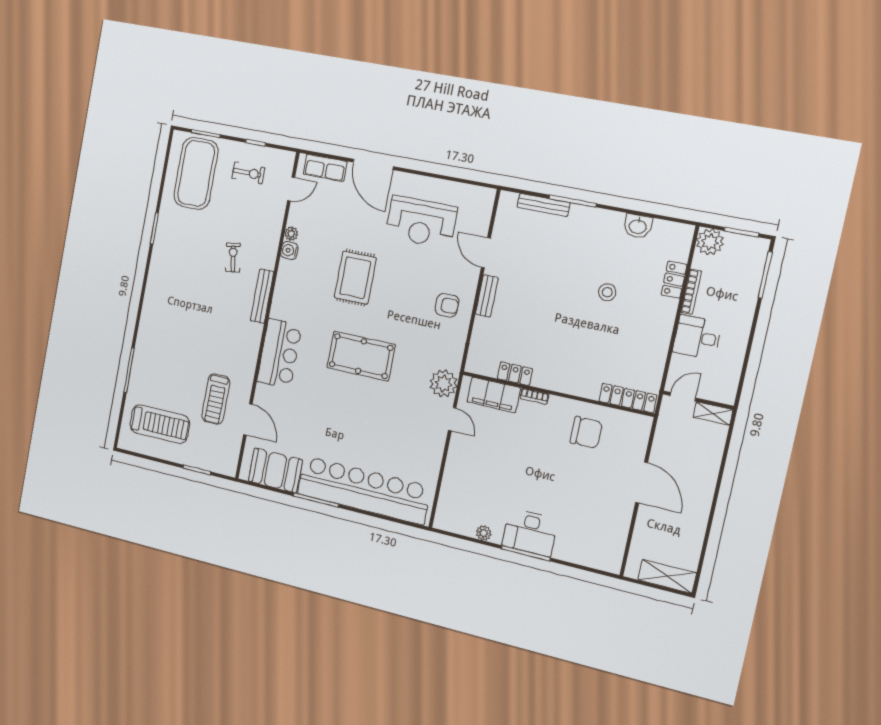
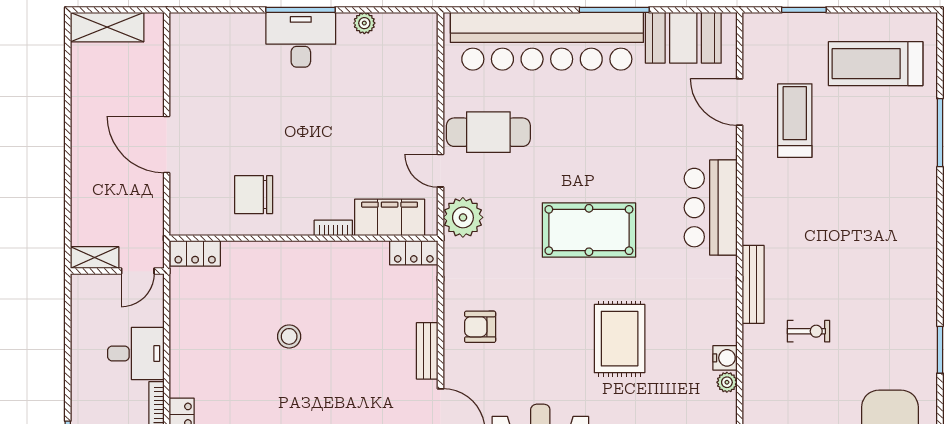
exercise bike: (233, 258) -> (809, 331), turned -80
stool: (607, 292) -> (289, 336), moved
locker: (515, 374) -> (414, 253), moved
locker: (628, 398) -> (195, 253), width x0.66
cafe table: (415, 438) -> (488, 132), added

